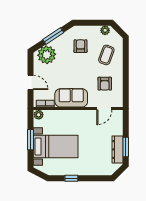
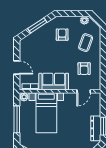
plant: (47, 55) -> (31, 42), removed
window: (30, 140) -> (17, 119), width x1.44
bed with nightstands: (56, 146) -> (46, 113), moved, turned 90

